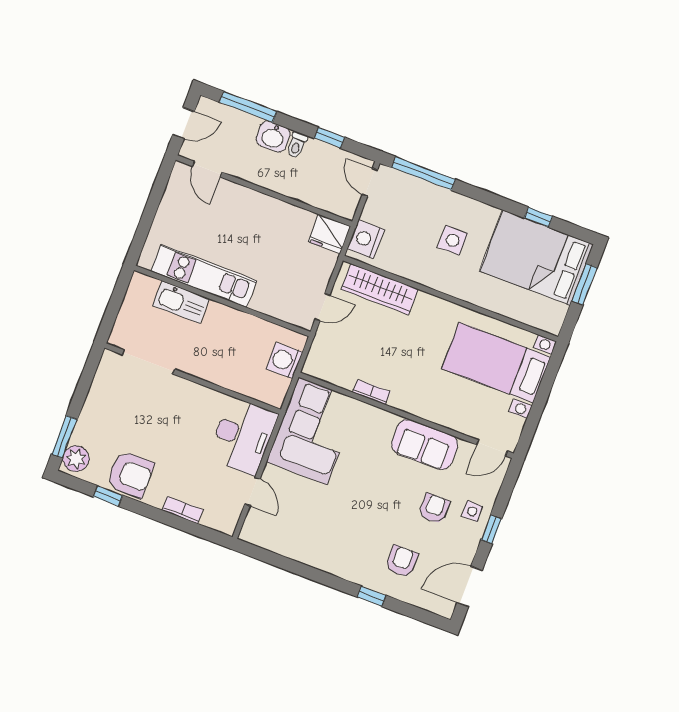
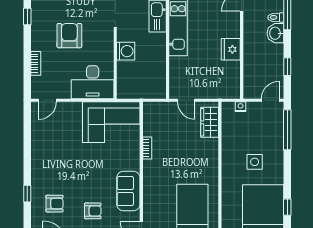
toilet: (297, 145) -> (276, 17), moved
fridge: (329, 234) -> (231, 49), moved
nightstand: (366, 239) -> (241, 107), width x0.53, depth x0.56
wardrobe: (380, 289) -> (210, 122), width x0.67
washing machine: (284, 360) -> (126, 51), moved, turned 90
armchair: (130, 474) -> (69, 36), moved, turned 180
door: (252, 491) -> (47, 100), moved

